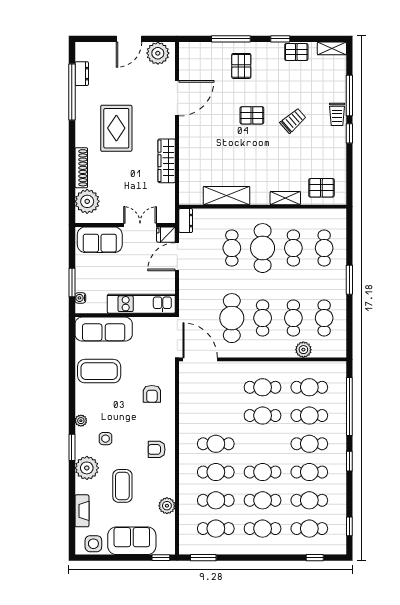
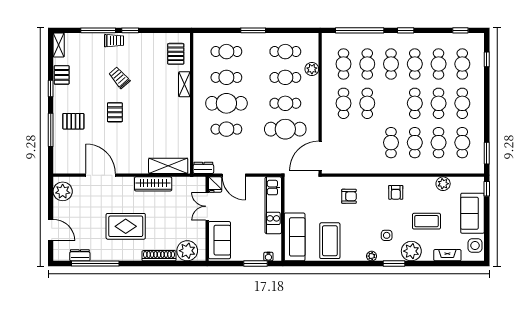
door: (129, 39) -> (51, 230), moved
shelving: (226, 196) -> (168, 166), moved, turned 90

